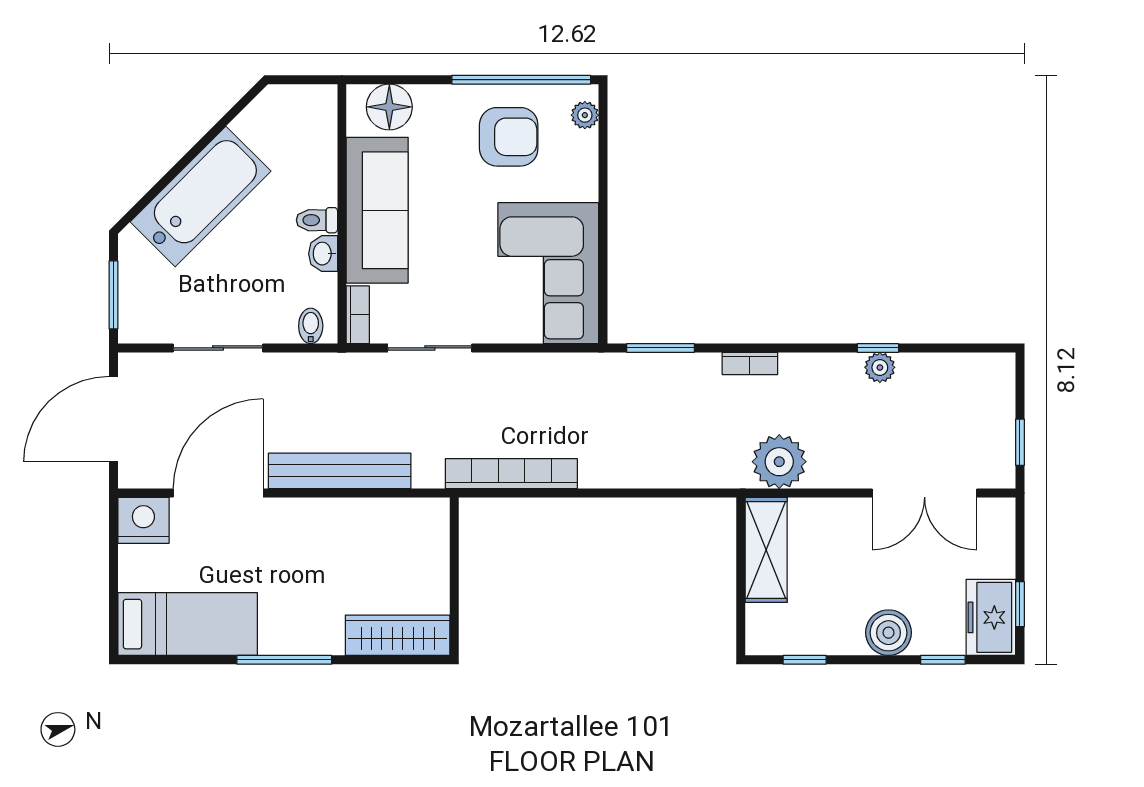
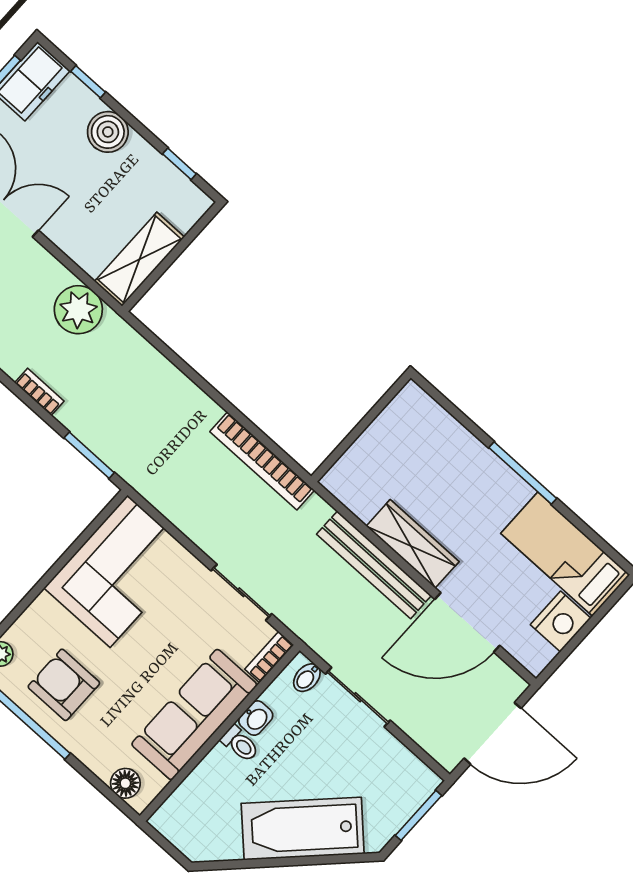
floor lamp: (389, 107) -> (125, 783), width x0.73, depth x0.73
sliding door: (218, 348) -> (358, 697), moved
nightstand: (143, 520) -> (561, 621), moved, turned -90
wardrobe: (398, 635) -> (413, 544), moved, turned 180

